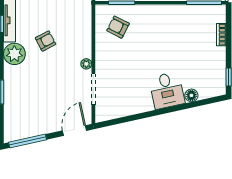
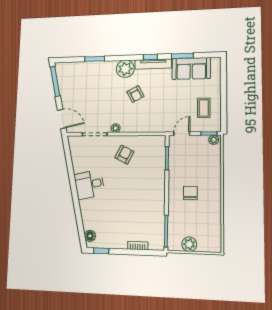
armchair: (118, 27) -> (124, 155), moved
desk: (167, 90) -> (89, 185), moved
floor lamp: (191, 95) -> (90, 236), moved

